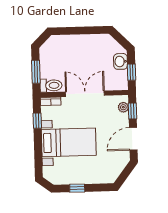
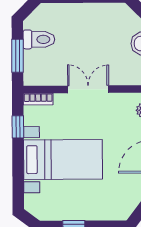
toilet: (51, 85) -> (39, 39), moved
double door: (85, 94) -> (88, 89), width x0.73

